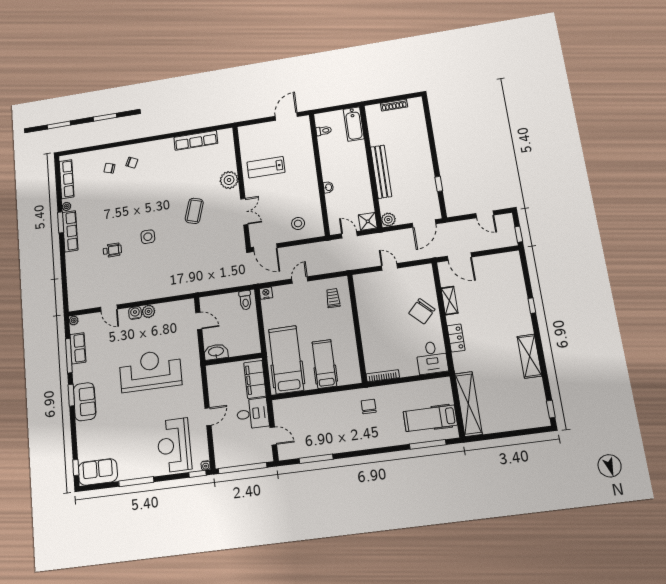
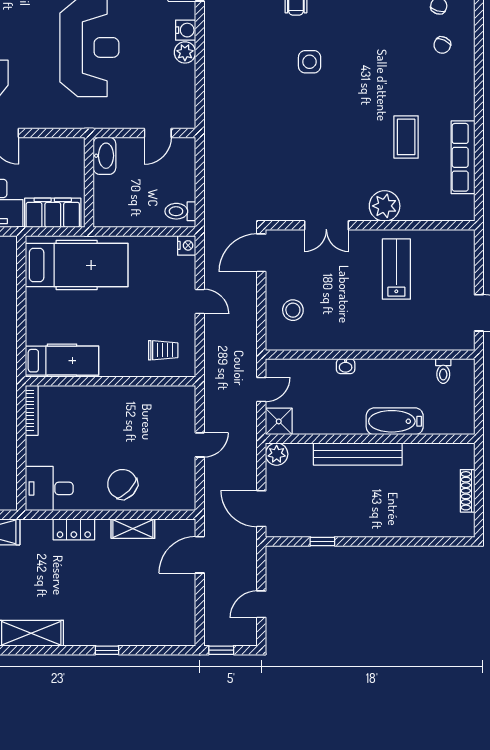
bathtub: (354, 124) -> (395, 421), moved
coffee table: (194, 211) -> (406, 137), moved, turned 73
hospital bed: (324, 364) -> (62, 361), moved

